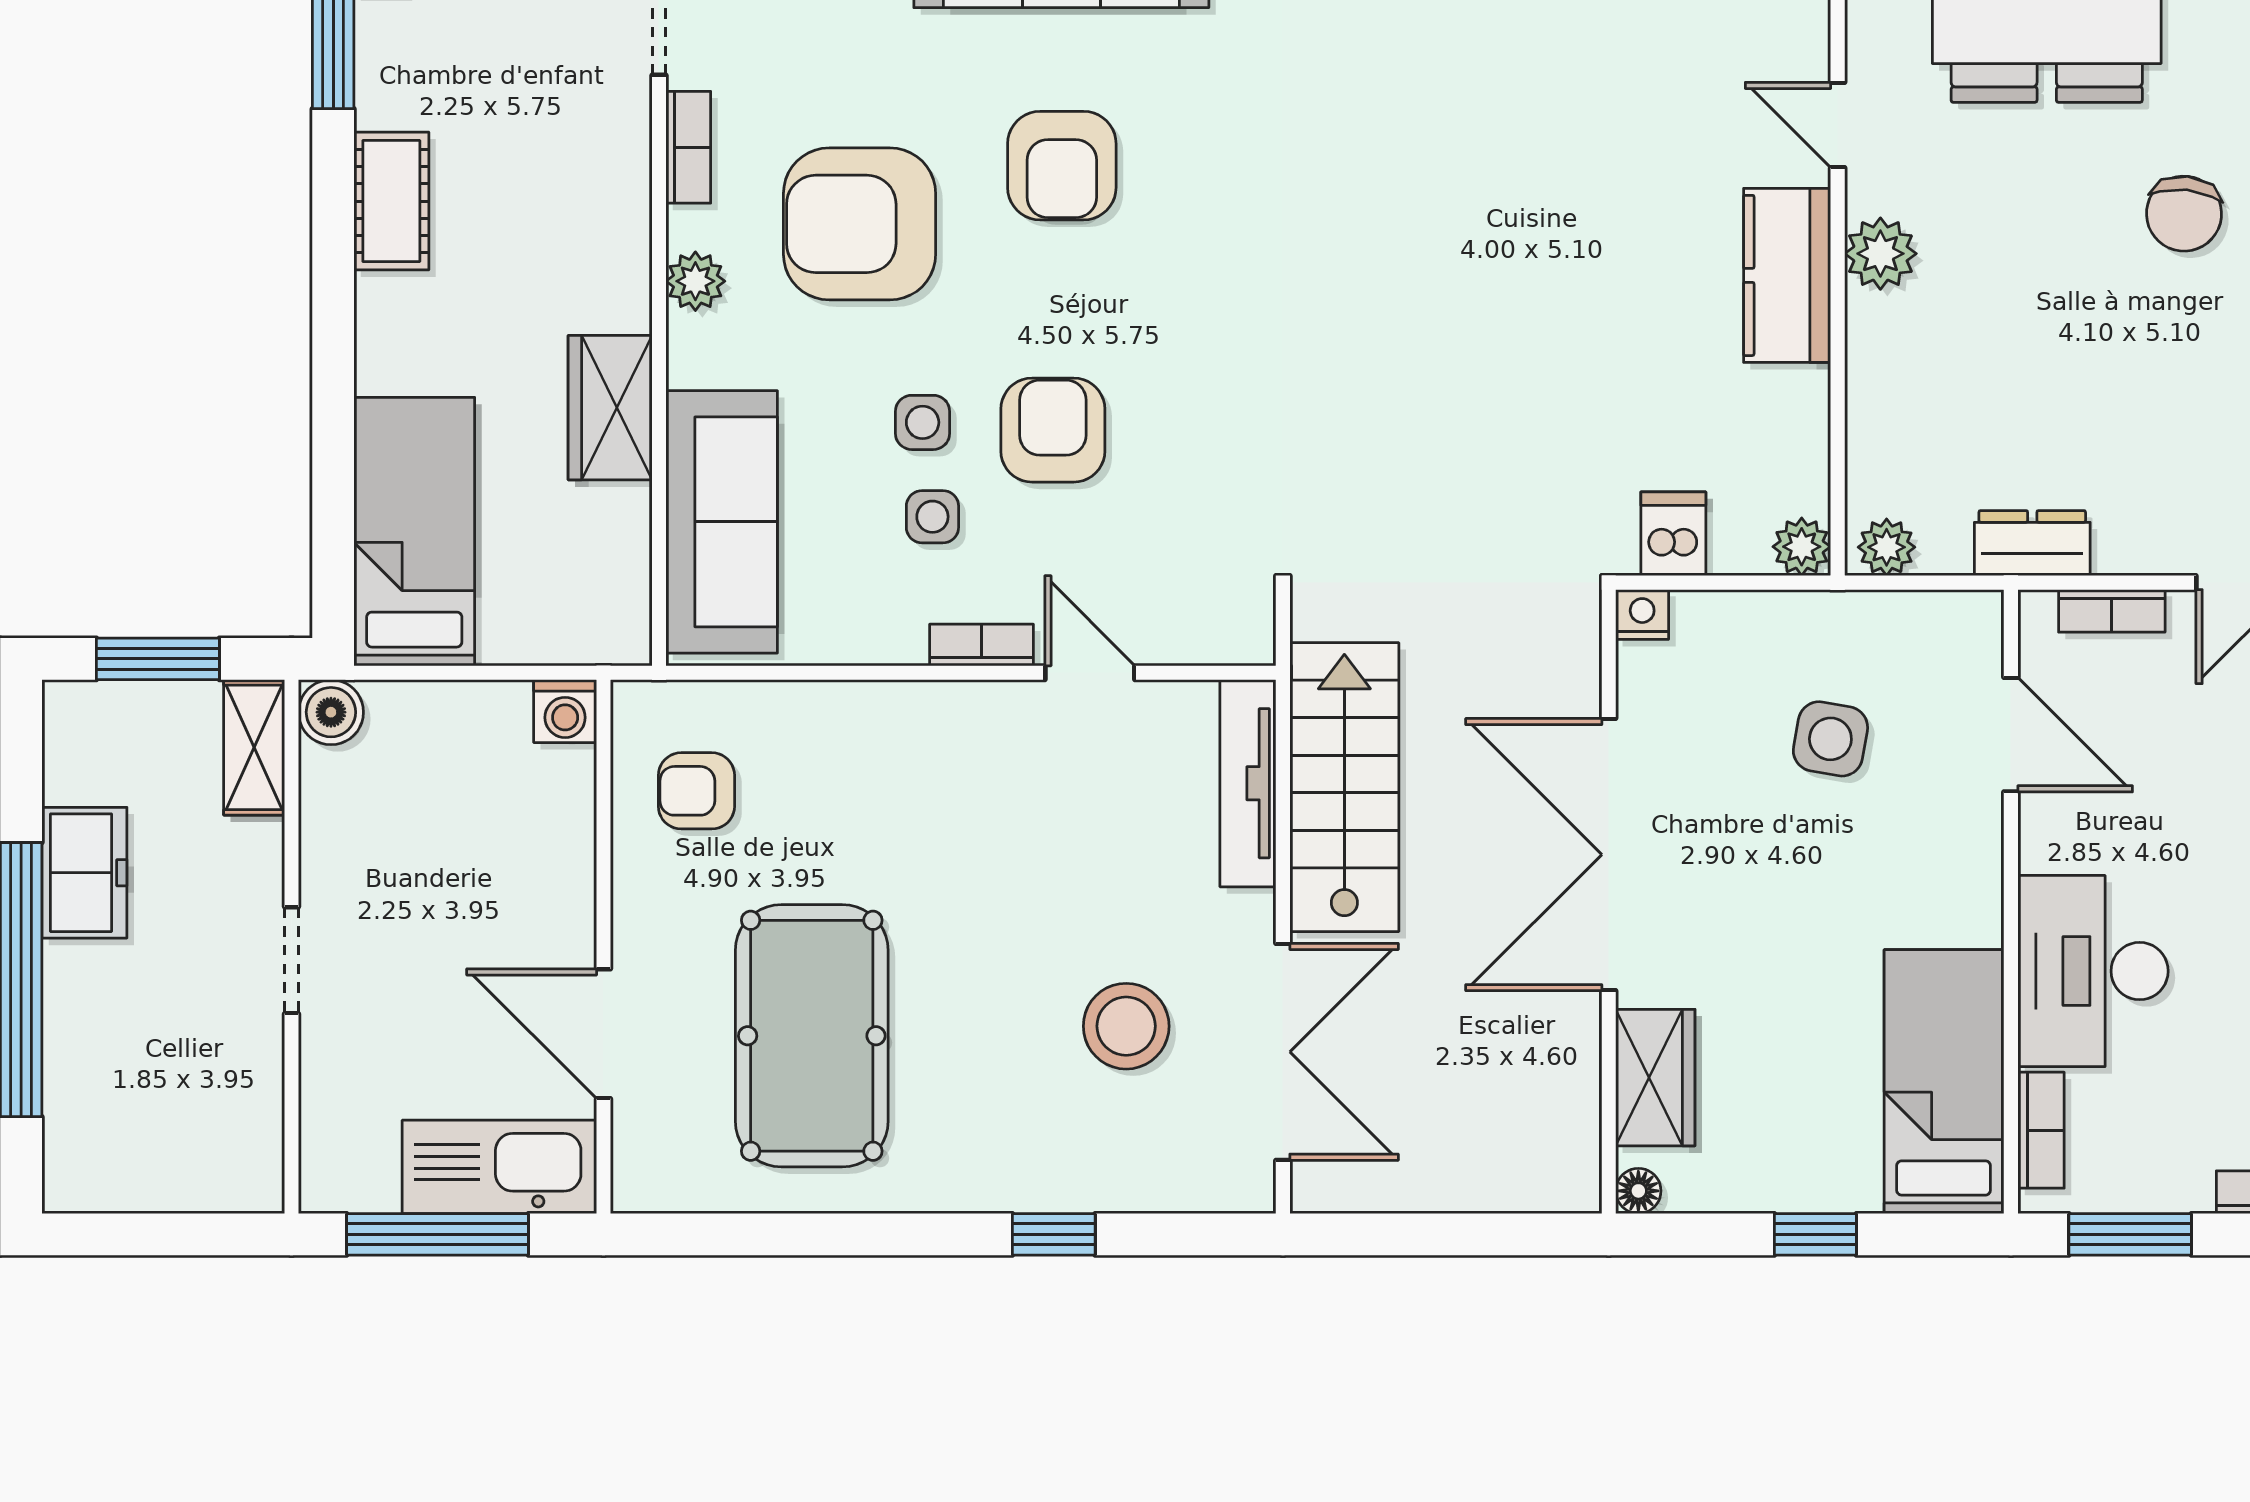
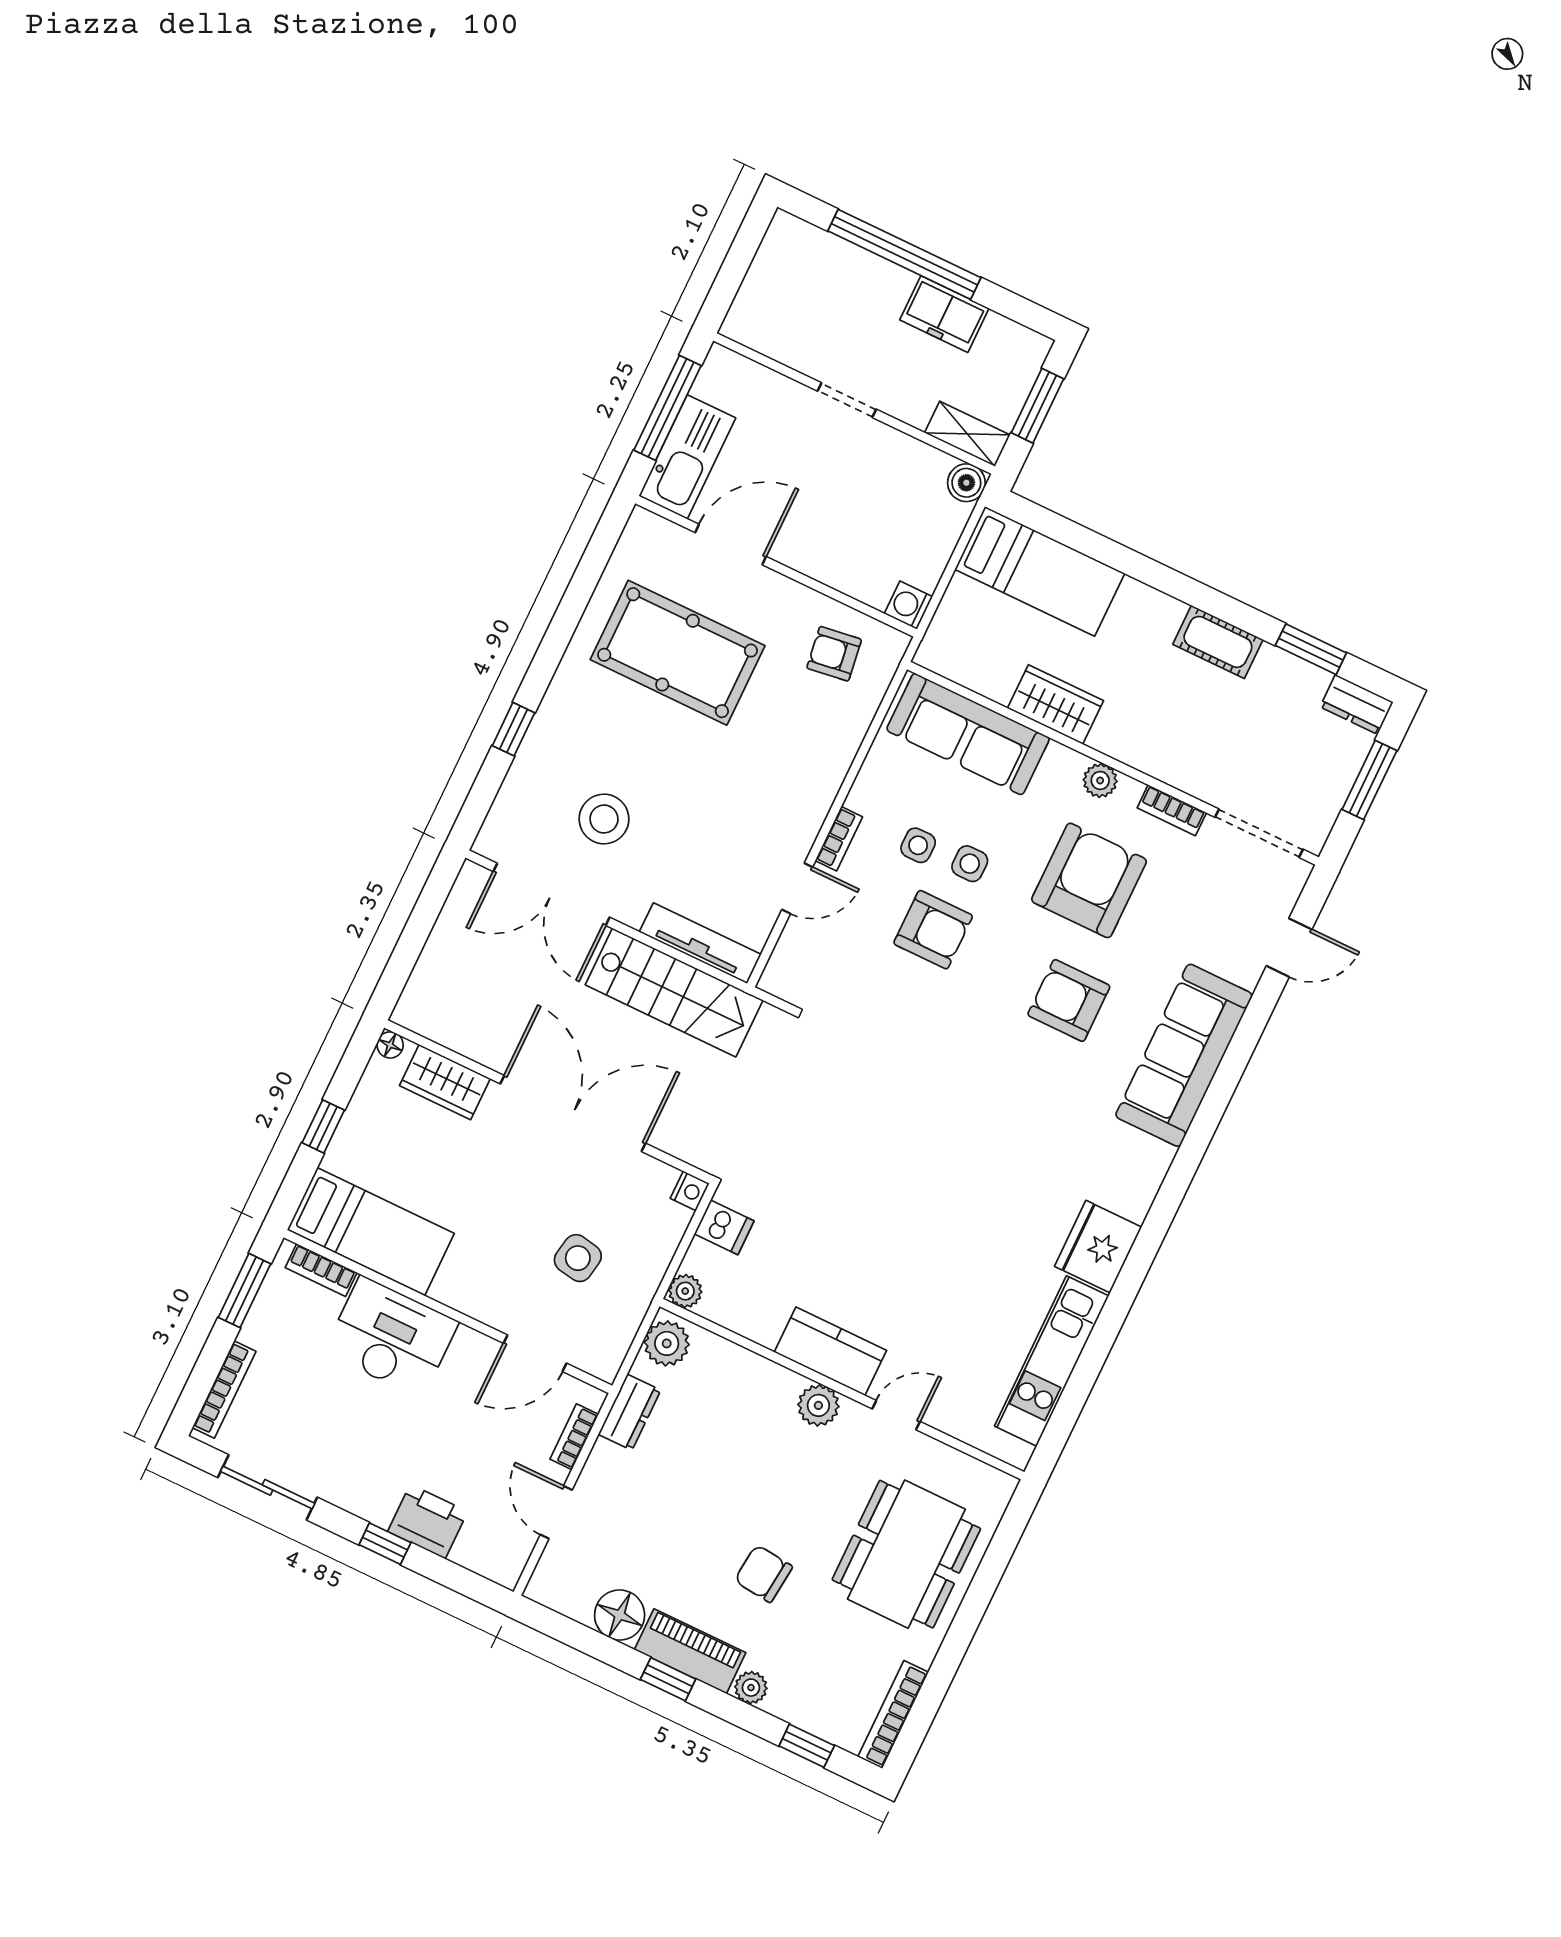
plant: (1887, 547) -> (667, 1343), width x1.38, depth x1.38
armchair: (696, 791) -> (834, 654), turned -98

